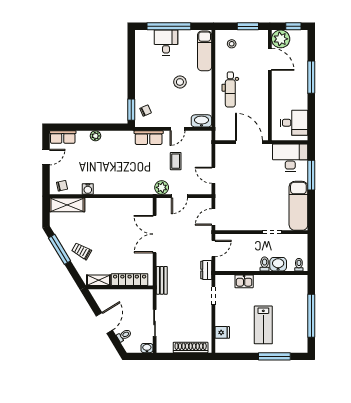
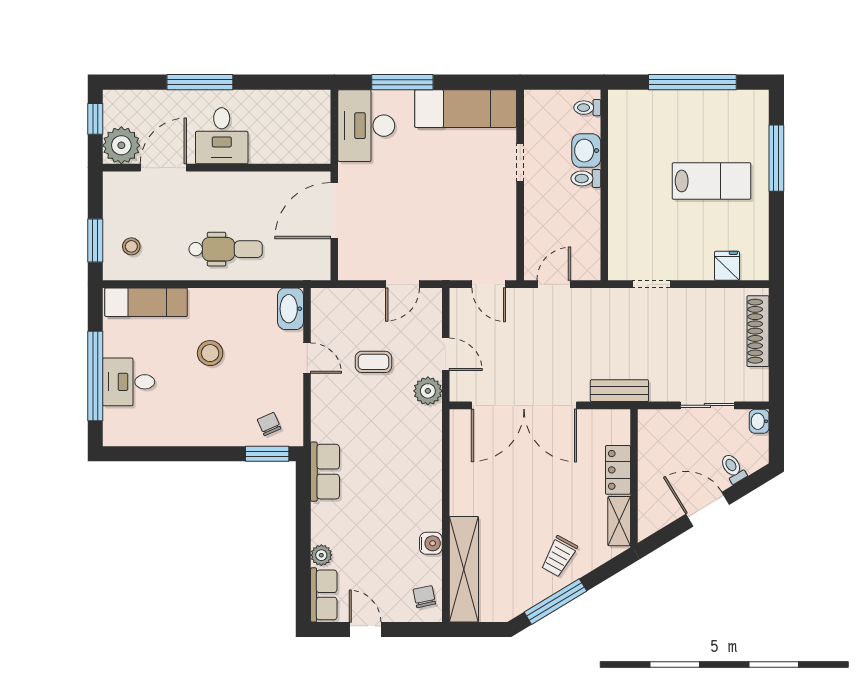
window: (248, 26) -> (95, 240), moved
desk: (294, 123) -> (222, 136), moved, turned 180
plant: (95, 136) -> (321, 555), moved
row of seats: (149, 138) -> (325, 472), moved
shelving: (67, 205) -> (464, 569), width x1.47
double door: (155, 234) -> (524, 405), width x1.36
door: (213, 249) -> (554, 284), hinge flipped
dresser: (206, 270) -> (598, 299), removed
locker: (130, 280) -> (618, 470), width x0.66
kitchen sink: (244, 281) -> (621, 221), removed

